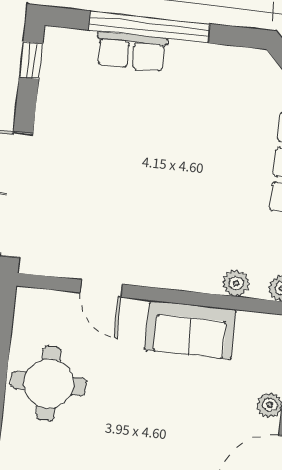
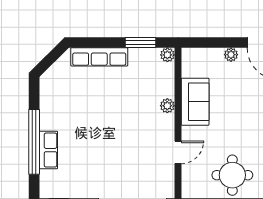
plant: (236, 283) -> (167, 106), moved

